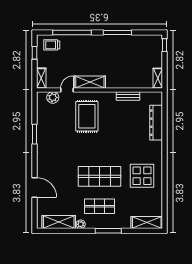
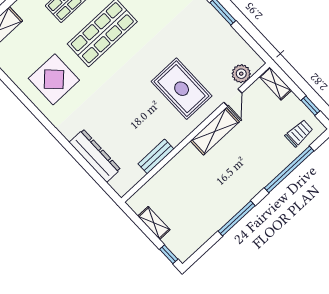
shelving: (158, 78) -> (154, 223), moved

